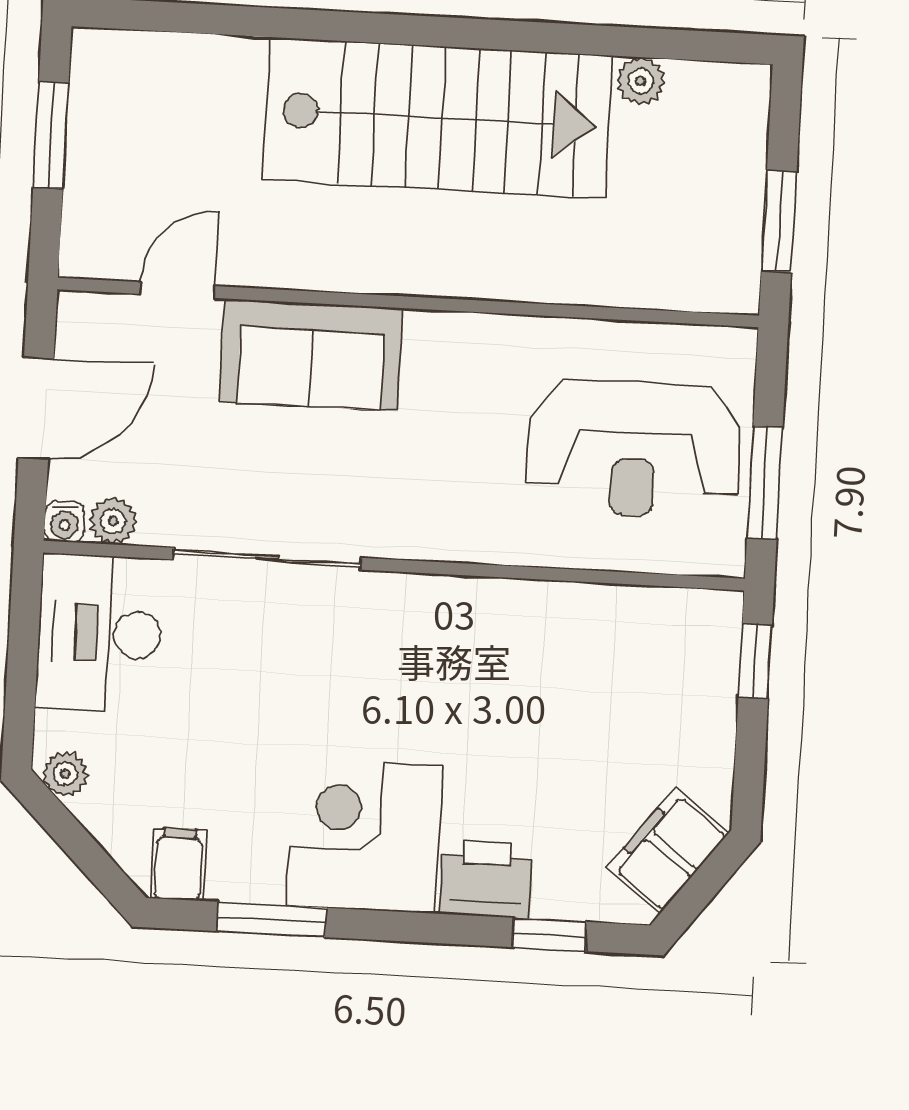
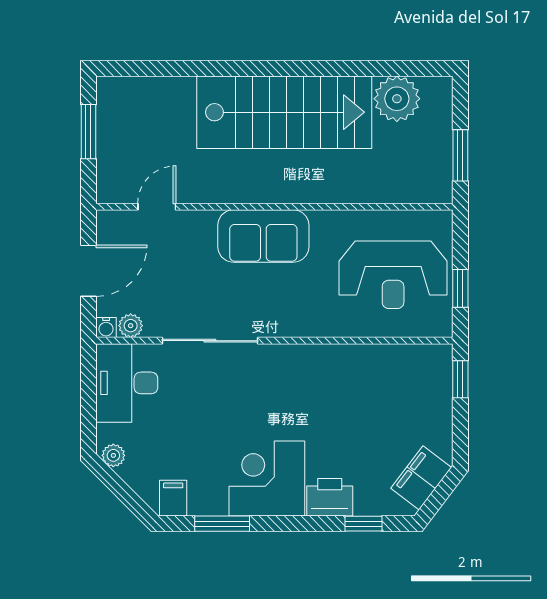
plant: (640, 81) -> (397, 99), width x1.88, depth x1.88
sofa: (311, 355) -> (263, 236), moved
window: (765, 483) -> (460, 288), width x0.67

